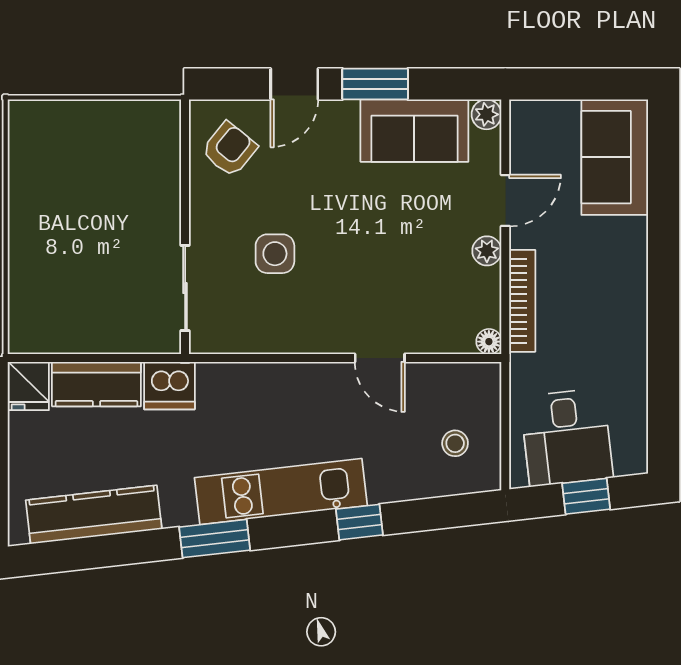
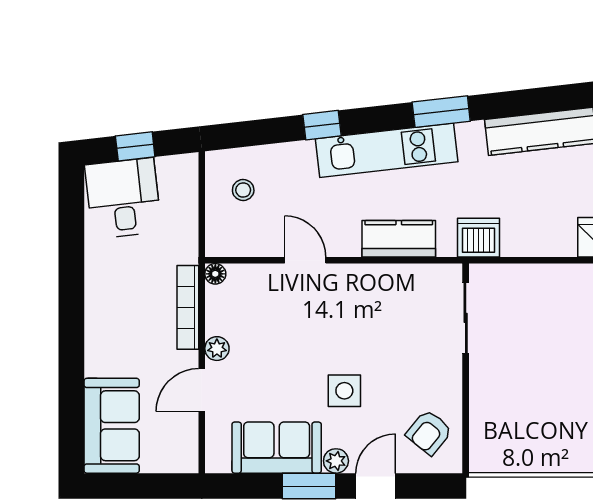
plant: (487, 114) -> (336, 461), moved
side table: (275, 254) -> (344, 391), moved
kitchen counter: (96, 384) -> (399, 239), moved
desk: (567, 437) -> (123, 198), moved

